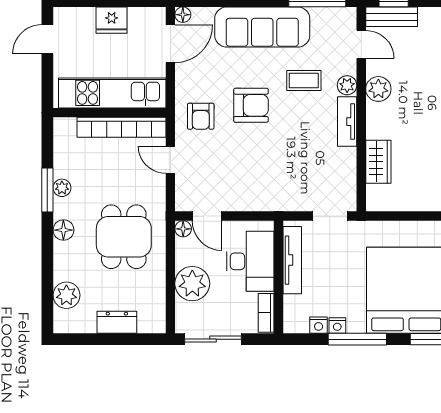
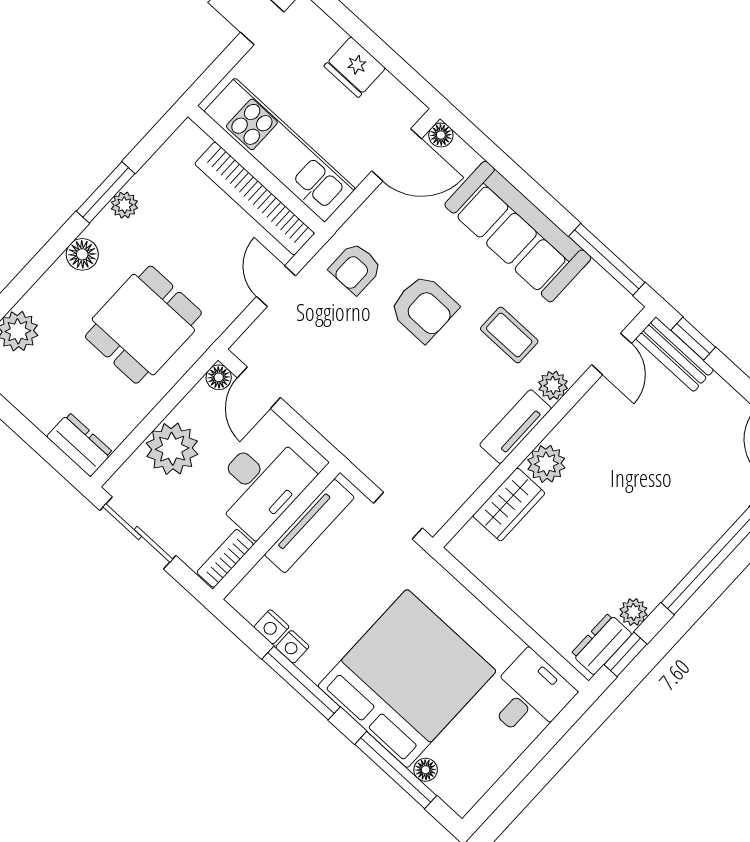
plant: (378, 89) -> (546, 464), moved
dresser: (117, 322) -> (80, 445), moved

